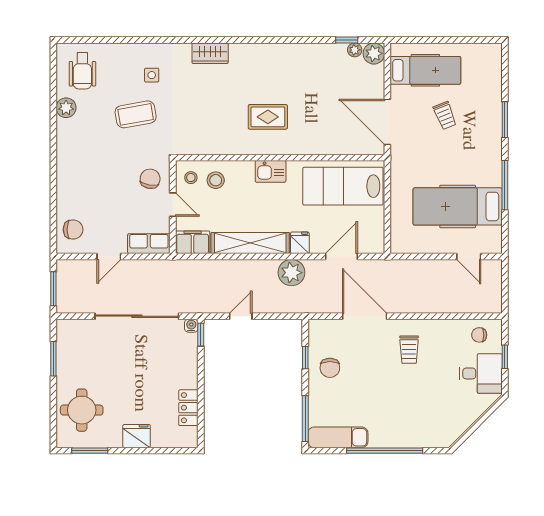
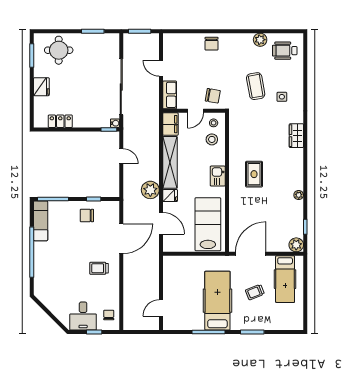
plant: (355, 50) -> (299, 195), moved
hospital bed: (458, 206) -> (217, 301), moved
chair: (73, 230) -> (212, 44), moved

